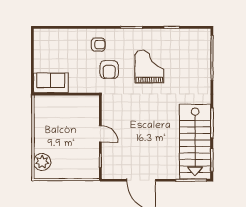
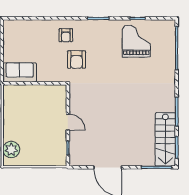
armchair: (98, 45) -> (66, 35), turned 90
grand piano: (149, 67) -> (136, 41), moved
stairs: (195, 142) -> (165, 139), width x0.73, depth x0.66

